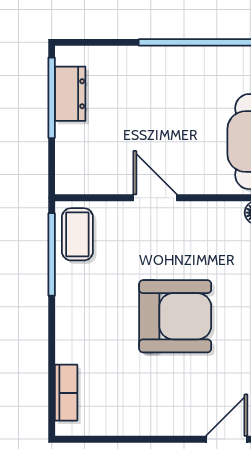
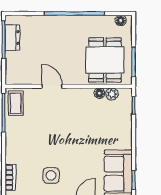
armchair: (175, 316) -> (61, 142), removed
side table: (153, 388) -> (51, 175), added

